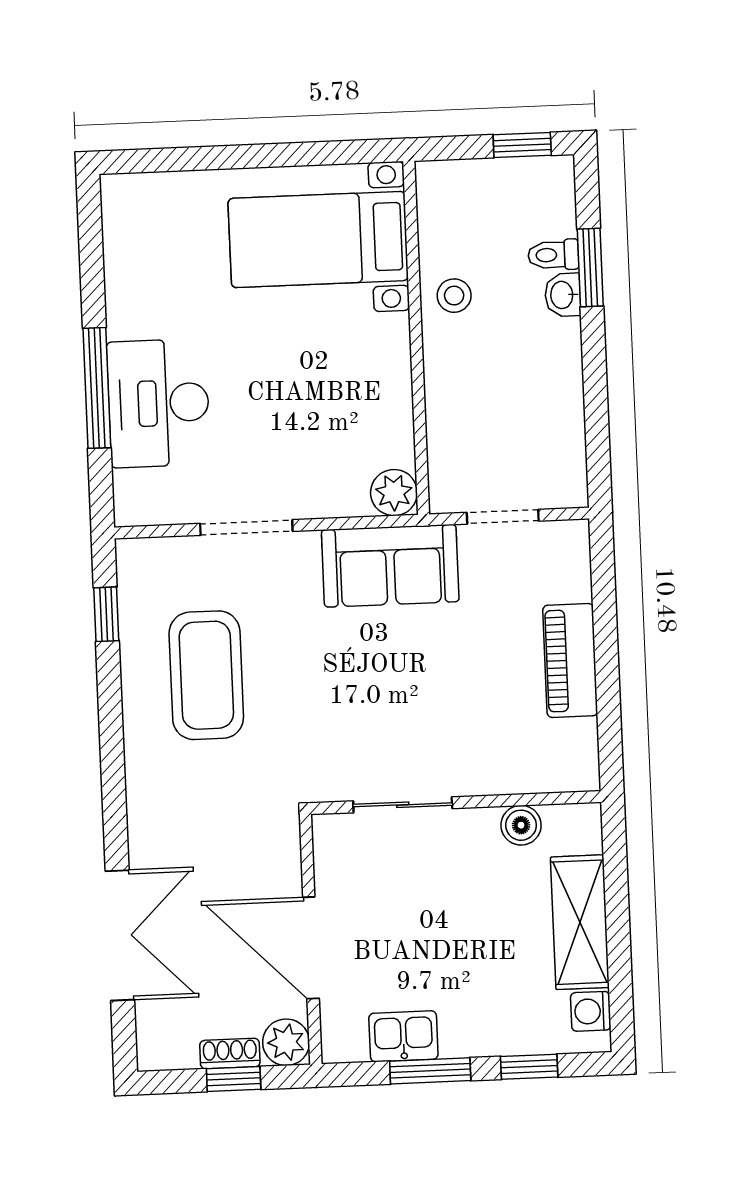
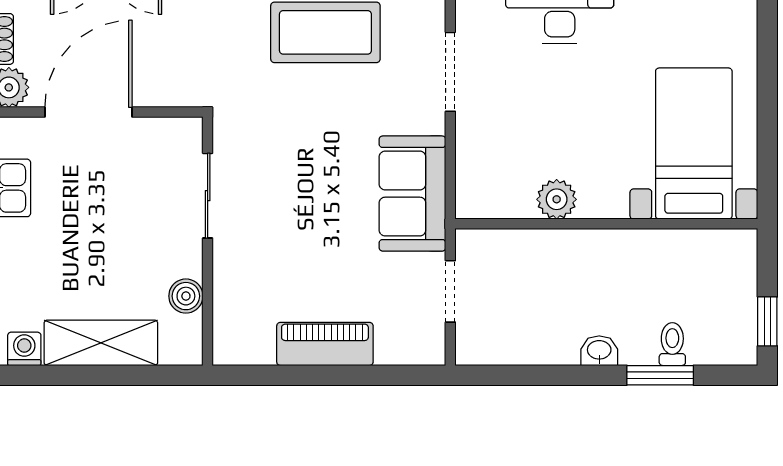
washbasin: (563, 295) -> (599, 351), moved
stool: (454, 296) -> (641, 258), removed
plant: (394, 493) -> (557, 199), moved

